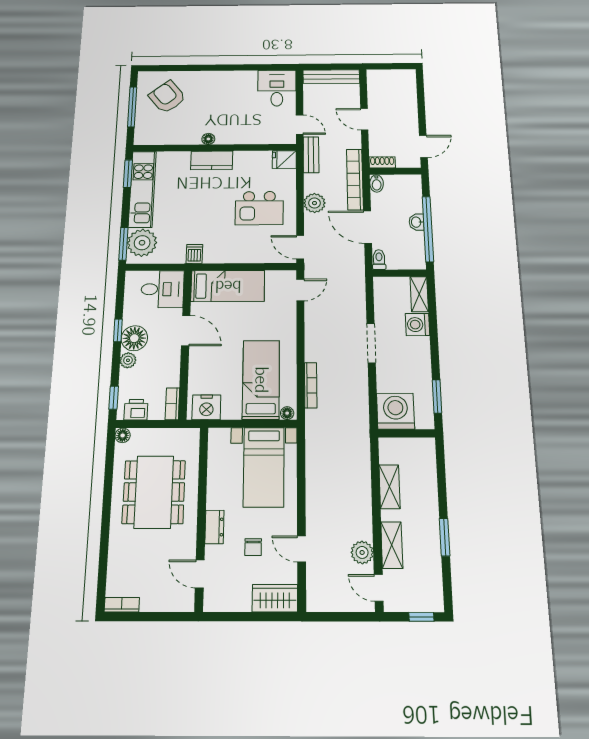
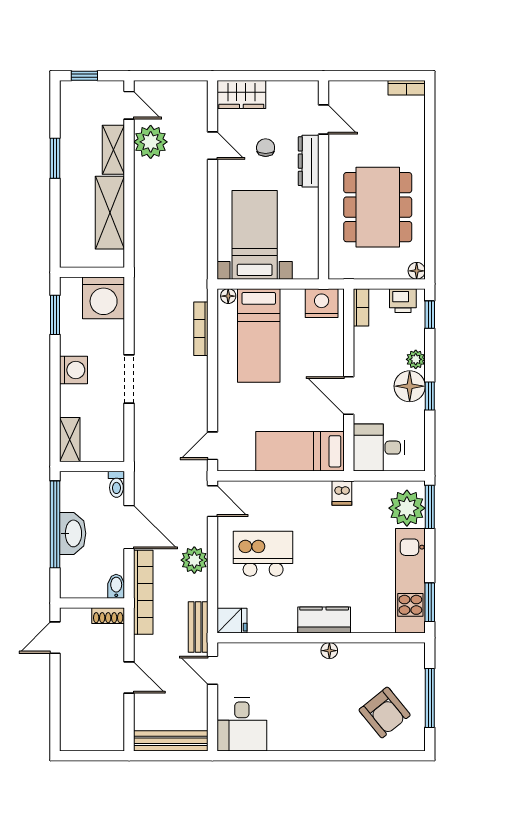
washbasin: (417, 222) -> (73, 533), width x1.91, depth x1.45
washing machine: (417, 325) -> (74, 370), moved
shelving: (389, 487) -> (110, 213), width x1.50, depth x1.33
dresser: (214, 527) -> (309, 161), width x1.44
plant: (362, 552) -> (151, 142), width x1.36, depth x1.36

